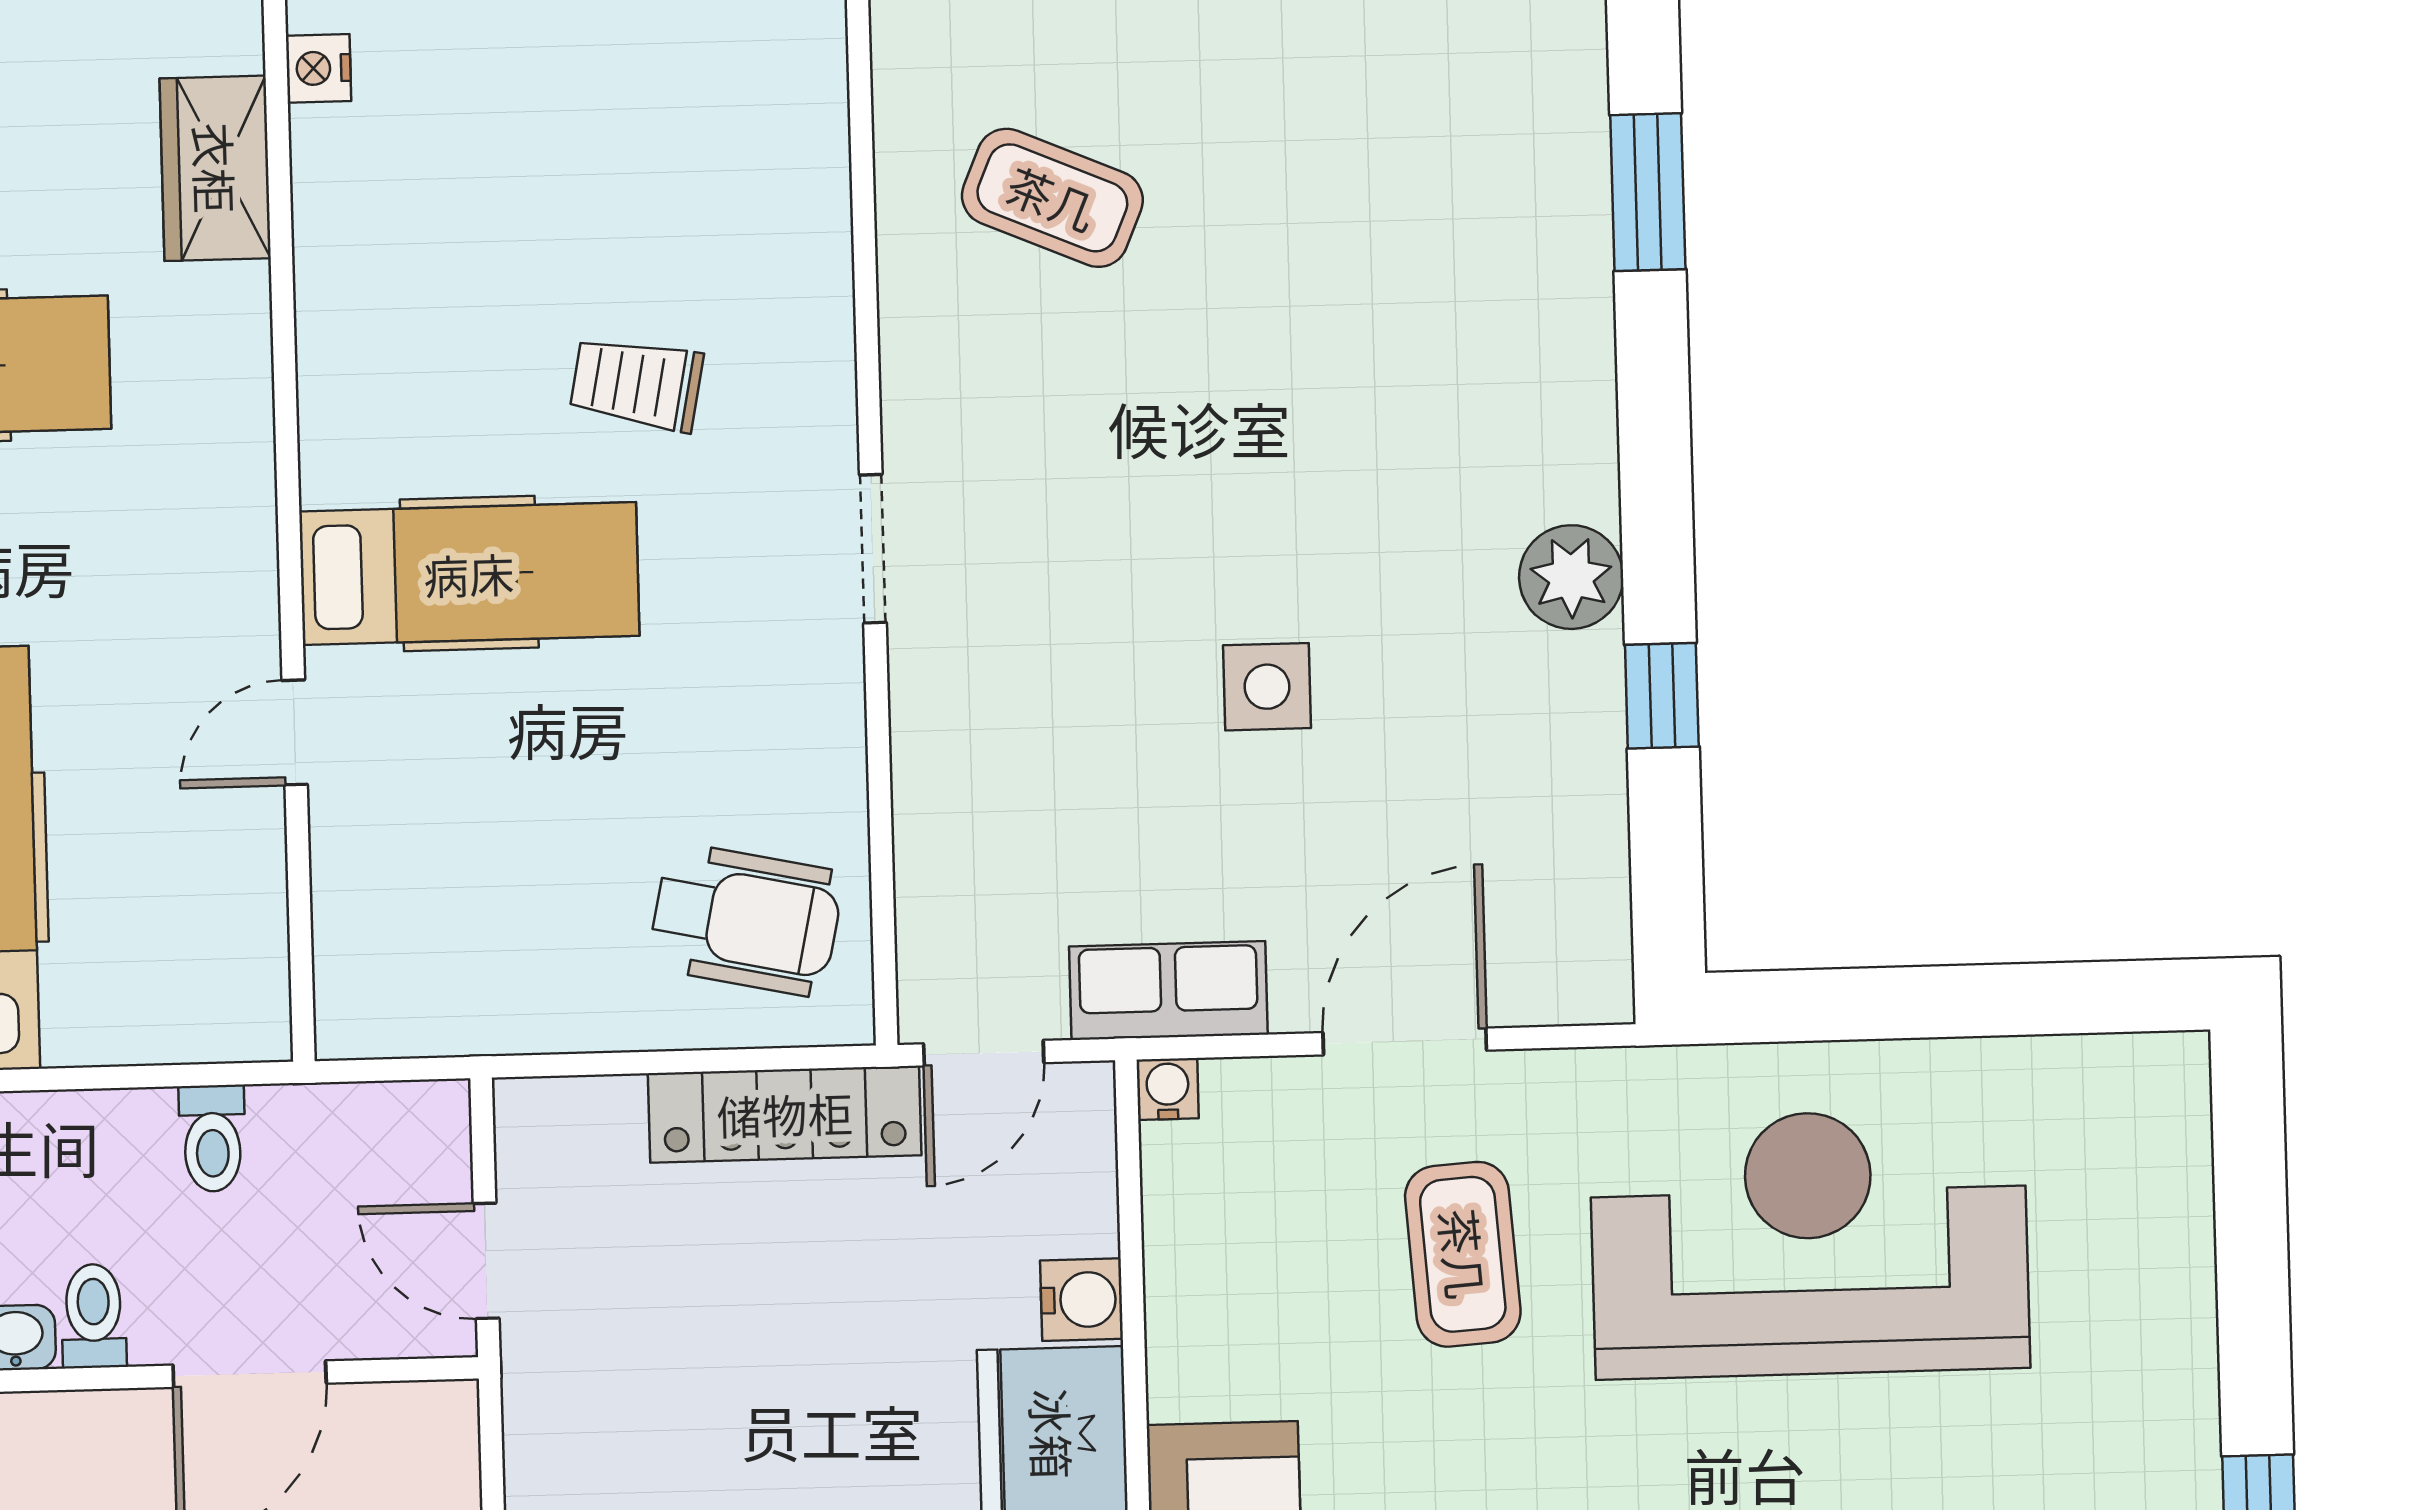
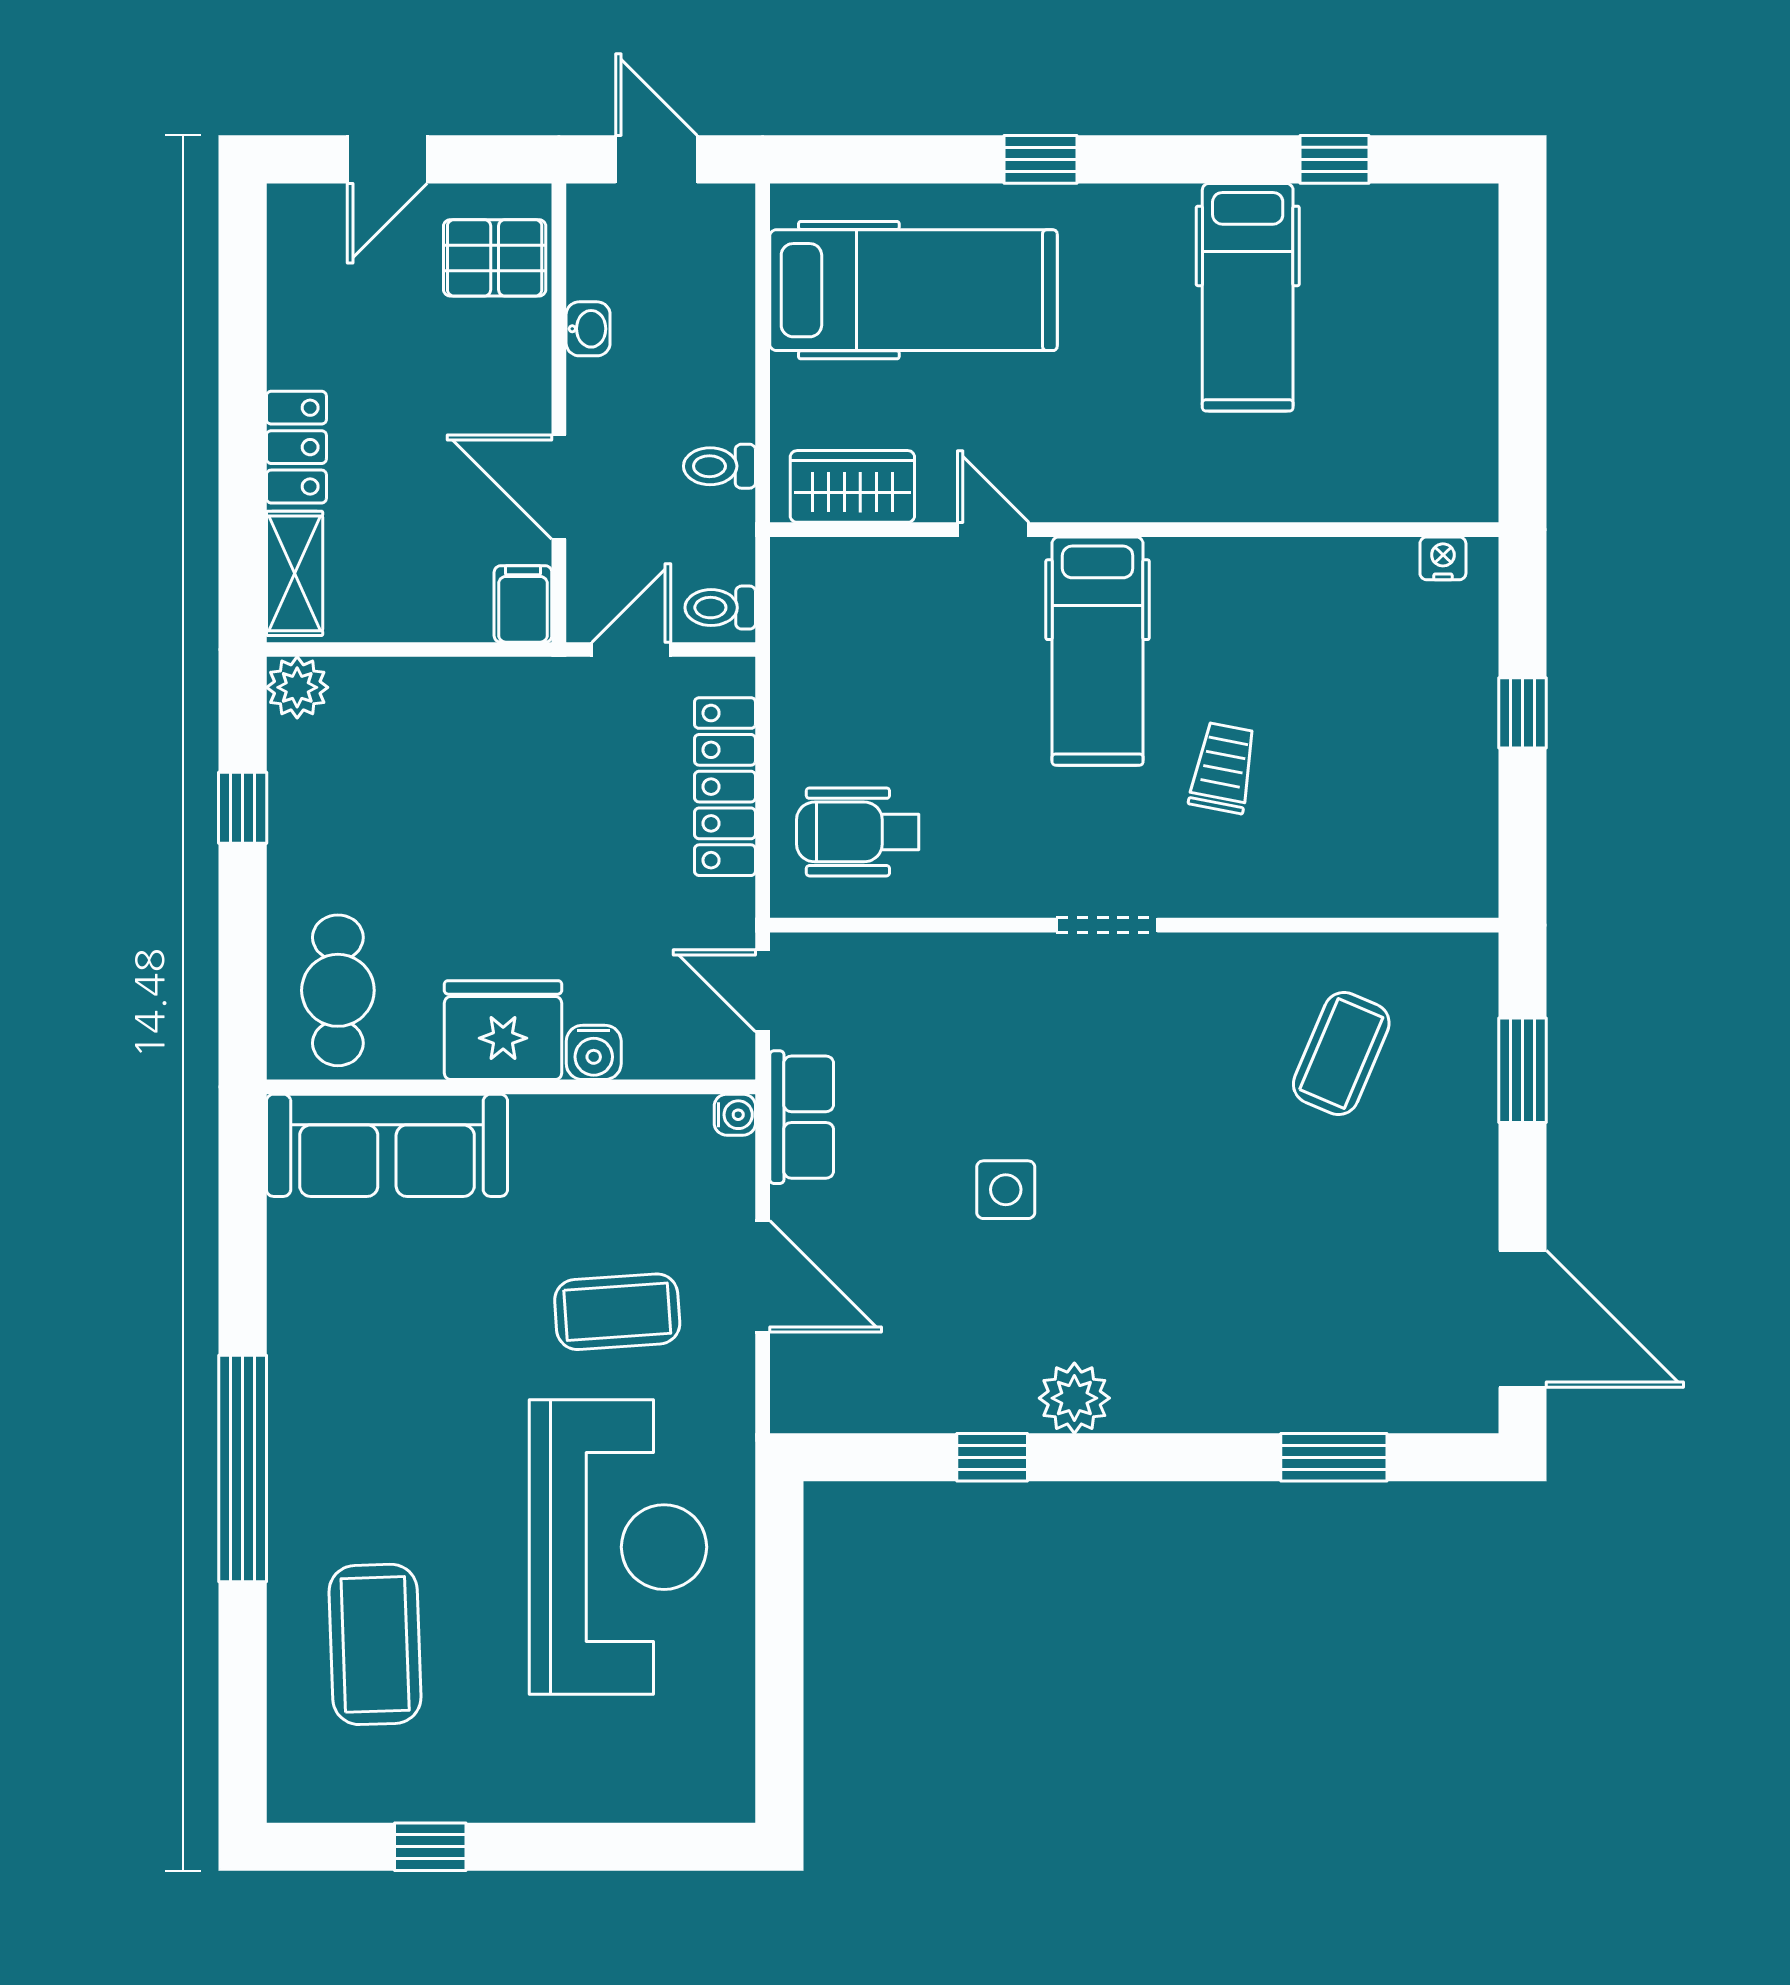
wardrobe: (215, 168) -> (852, 486), moved
wheelchair: (746, 920) -> (858, 832), turned 78
locker: (785, 1114) -> (725, 787), moved
toilet: (94, 1316) -> (720, 608), moved, turned 180
filing cabinet: (424, 1422) -> (523, 604), added

